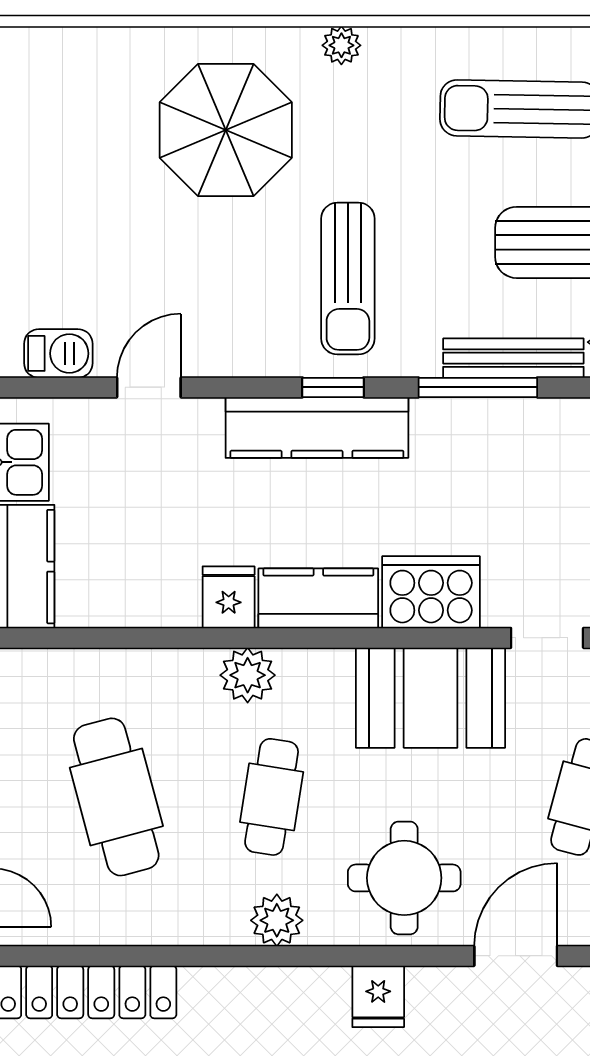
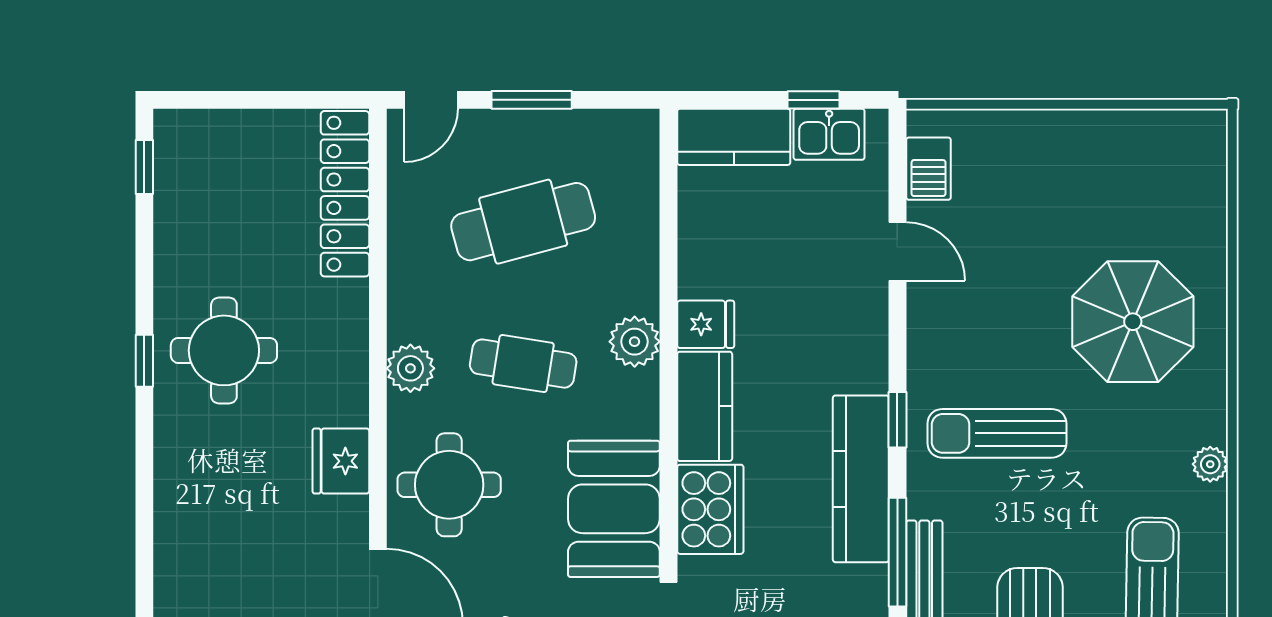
plant: (341, 45) -> (1210, 464), moved
kitchen counter: (317, 428) -> (861, 479), moved
fridge: (378, 996) -> (341, 461), width x1.38

